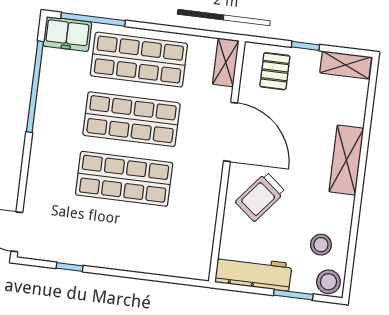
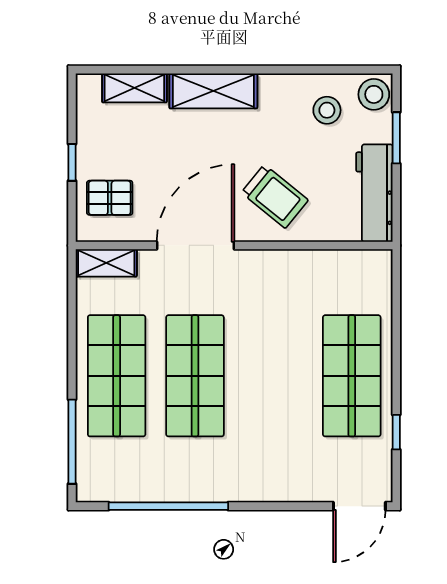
freezer: (67, 34) -> (95, 473), removed
shelving: (346, 65) -> (134, 88), moved, turned 90
shop shelf: (124, 179) -> (352, 376), moved

